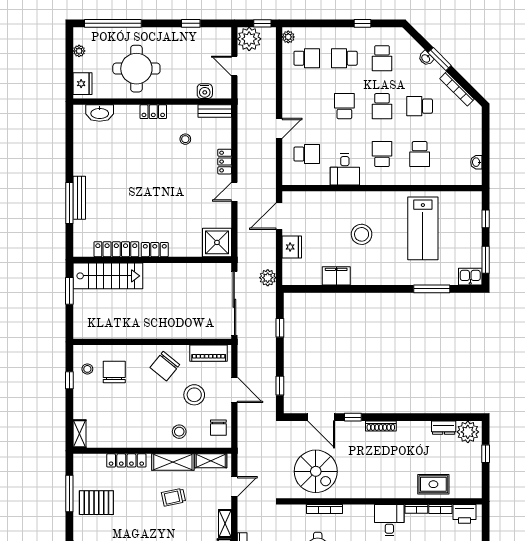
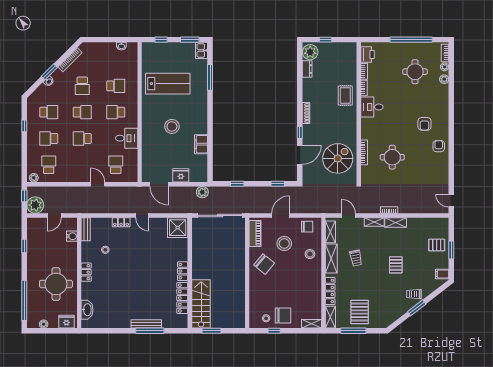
school desk: (344, 58) -> (49, 138), turned 90
chair: (114, 372) -> (283, 316), moved, turned 180
shelving: (89, 461) -> (330, 317), added
rug: (433, 484) -> (345, 95), moved

